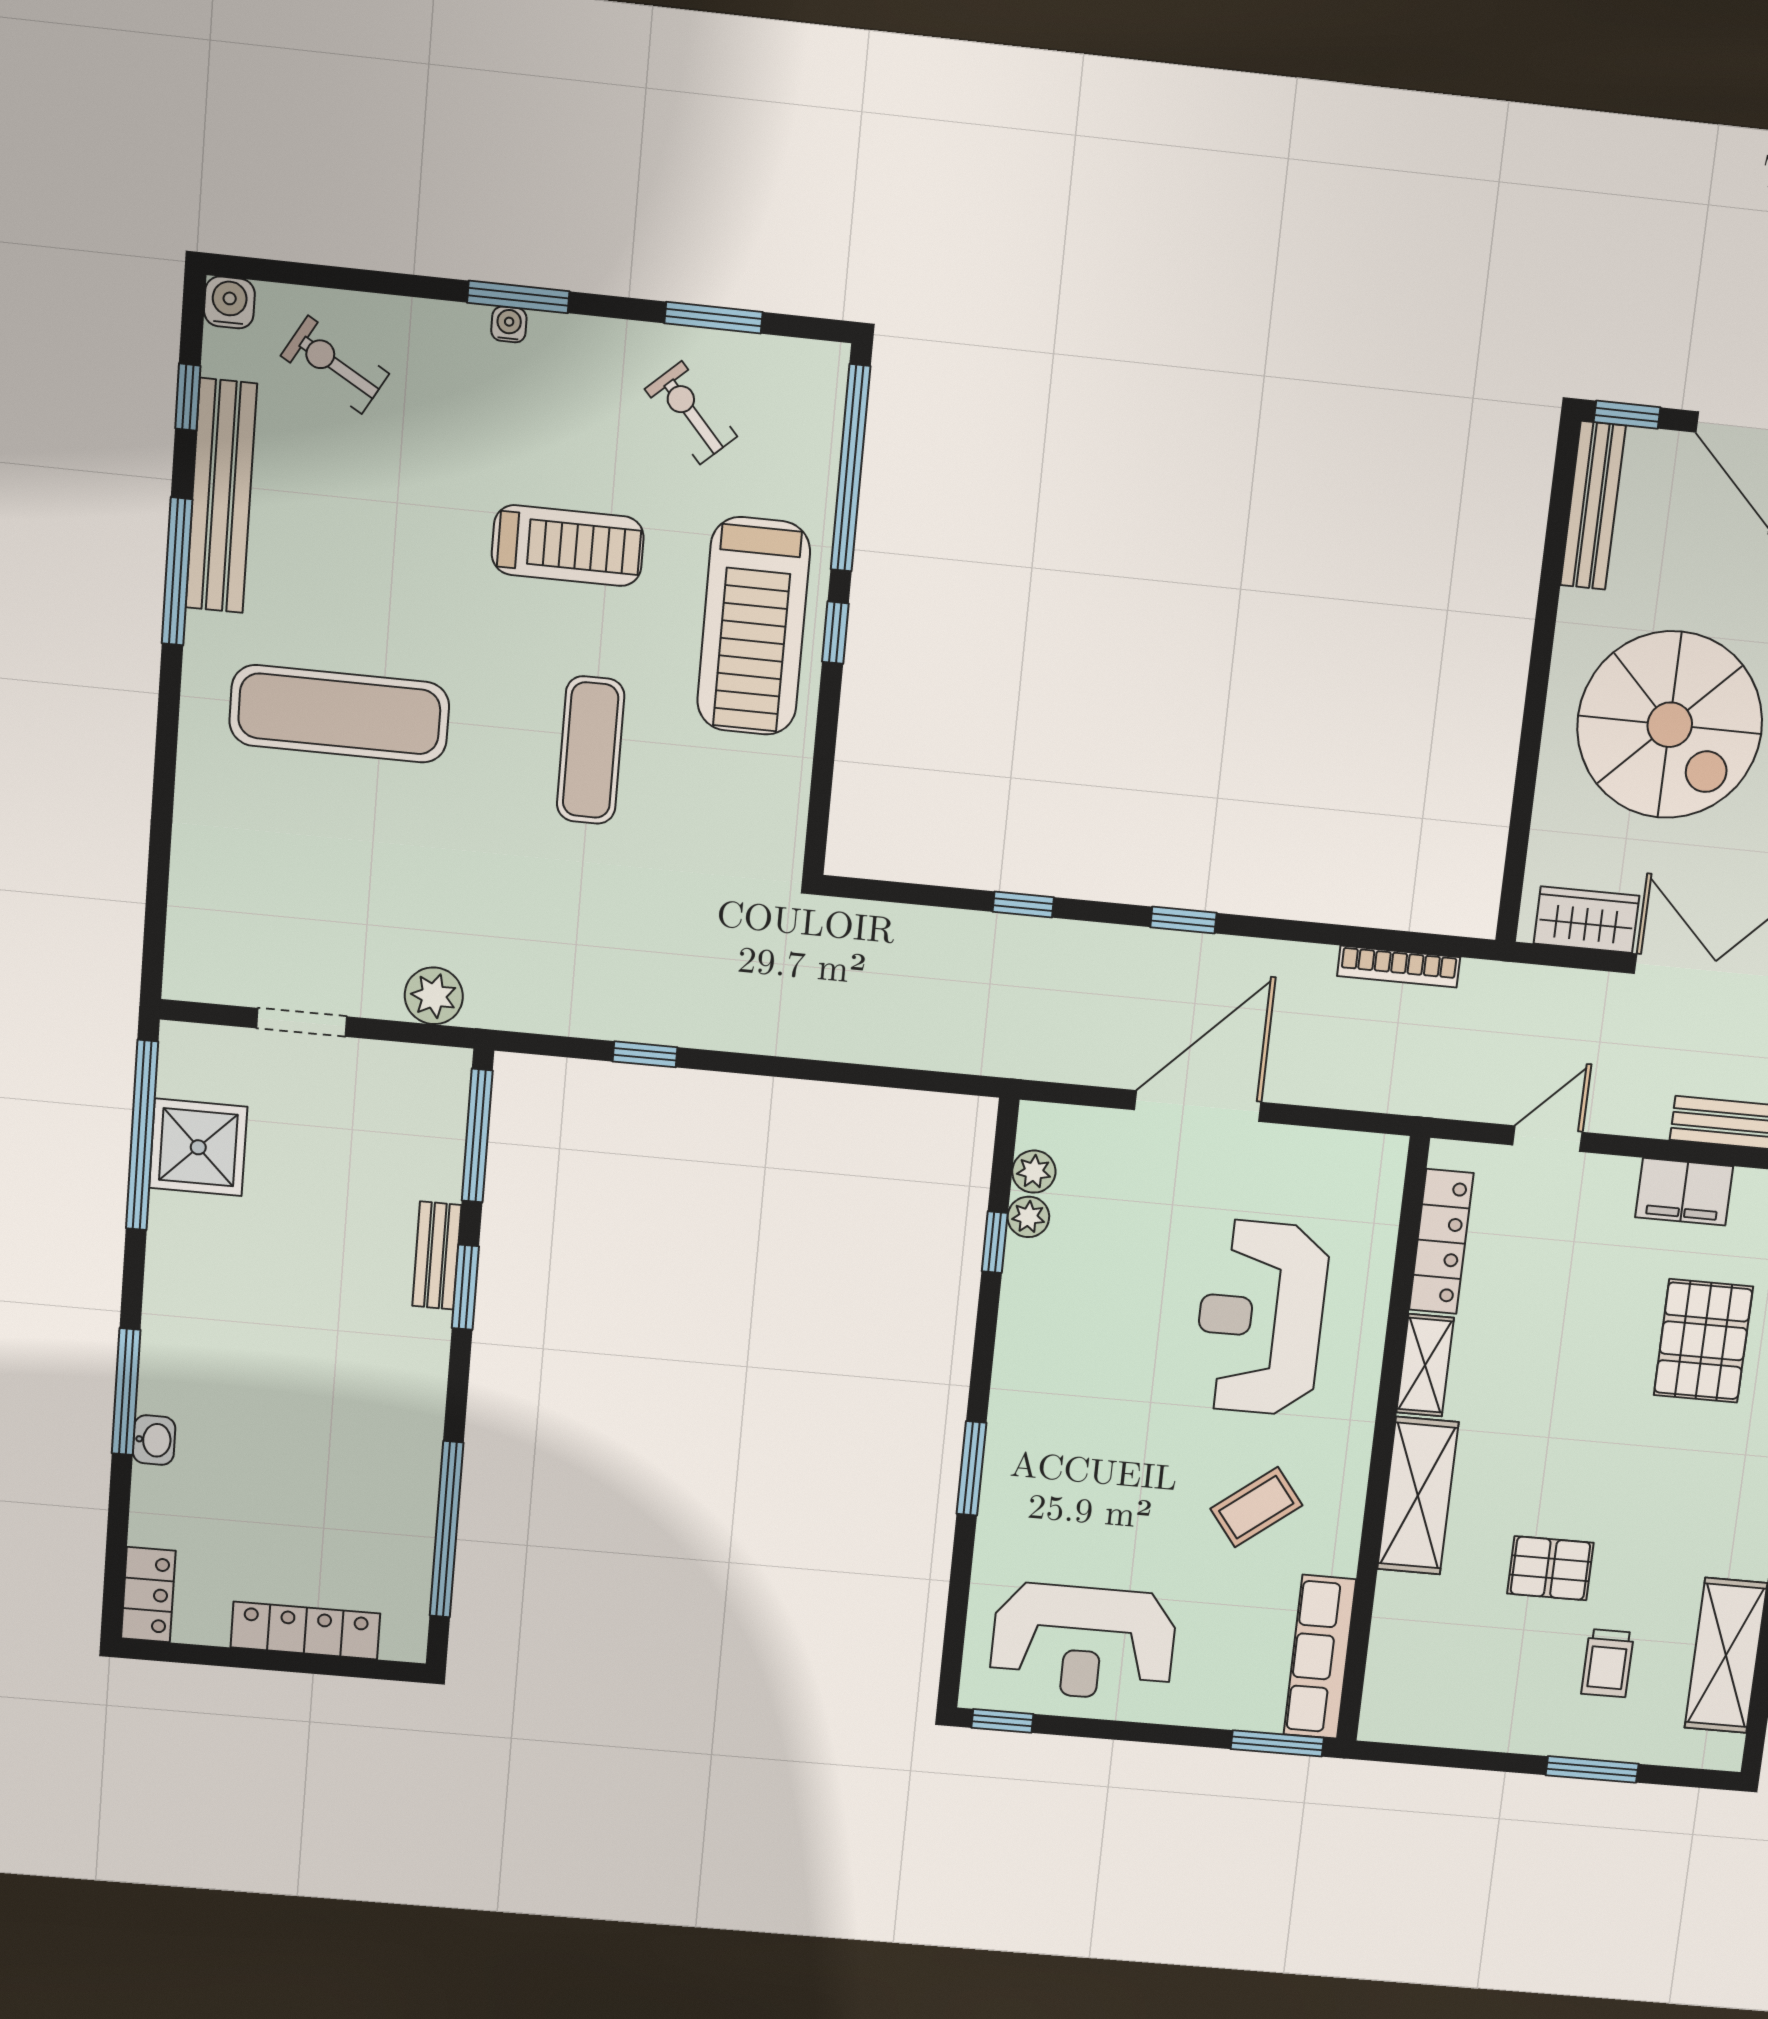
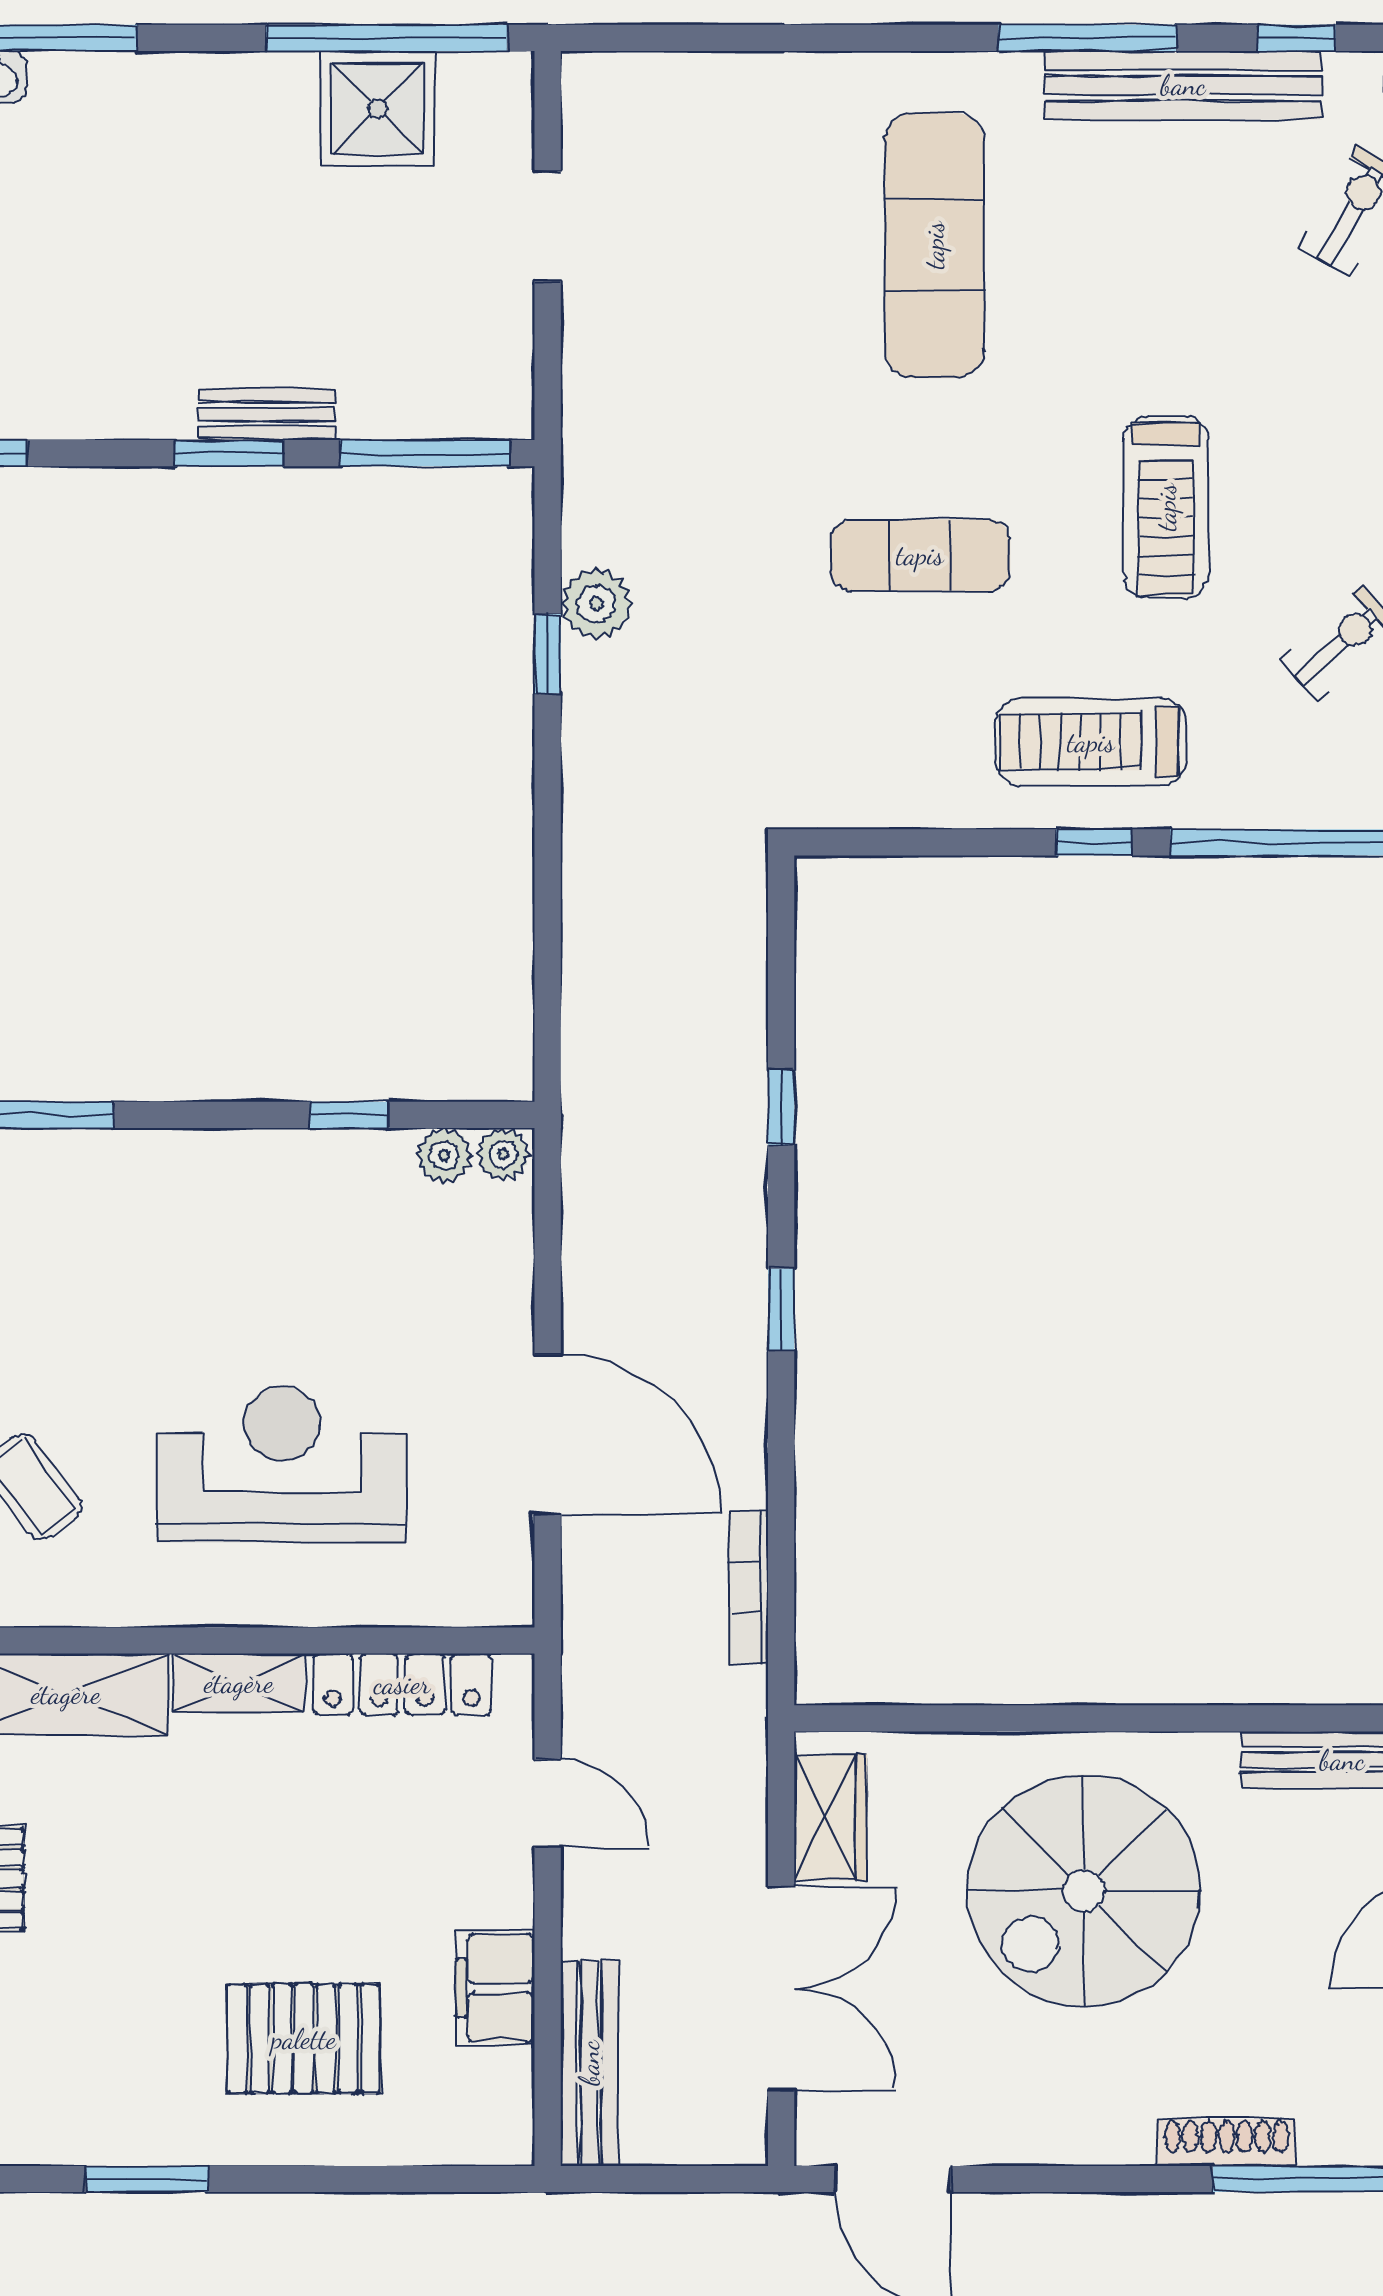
treadmill: (754, 626) -> (1091, 742), width x0.73, depth x0.73
plant: (434, 996) -> (596, 604), moved
door: (1198, 1106) -> (548, 1434), moved
plant: (1028, 1217) -> (503, 1154), moved

